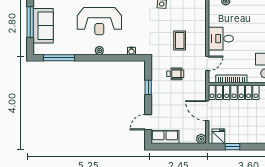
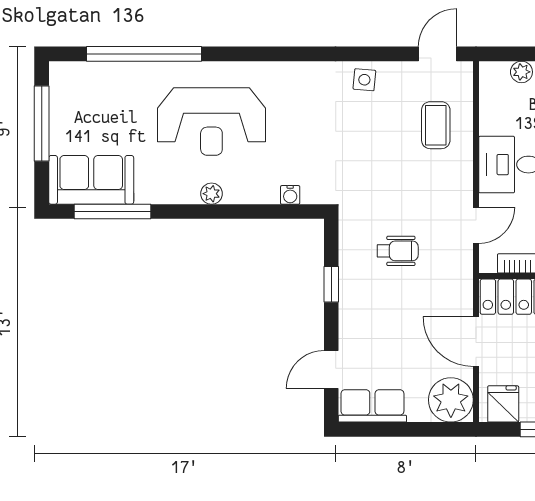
sofa: (43, 26) -> (91, 180), moved, turned -90
coffee table: (180, 41) -> (436, 125), moved
plant: (201, 139) -> (451, 400), width x1.88, depth x1.88

